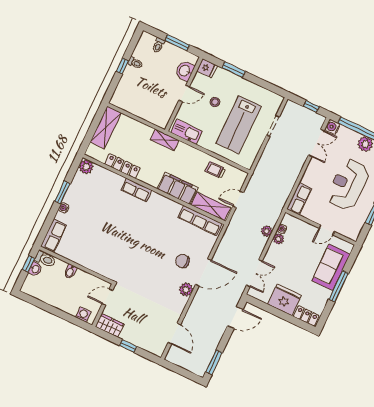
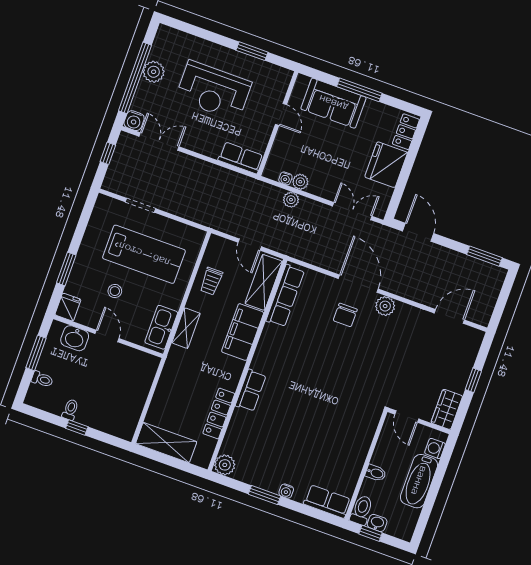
shelving: (165, 140) -> (186, 328), moved
bathtub: (62, 301) -> (419, 481), added

